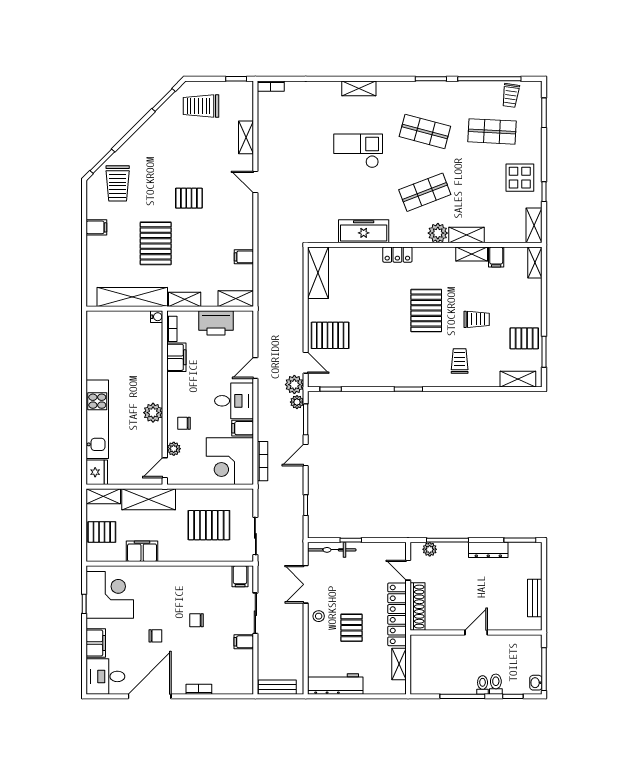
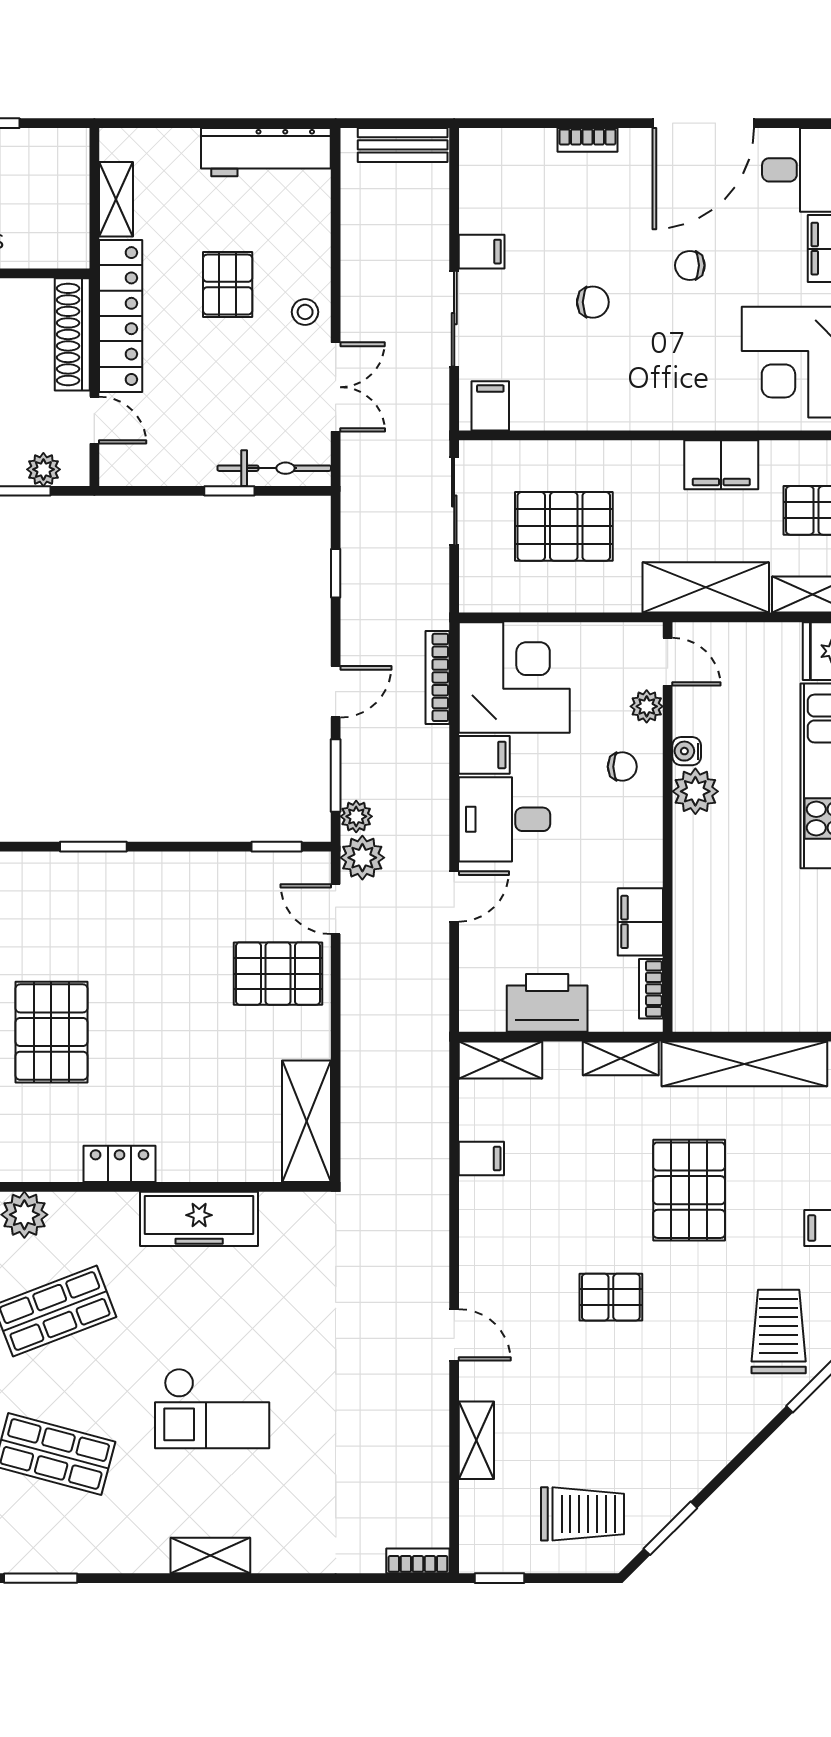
water cooler: (157, 317) -> (687, 751), moved
door: (165, 468) -> (668, 662), hinge flipped

